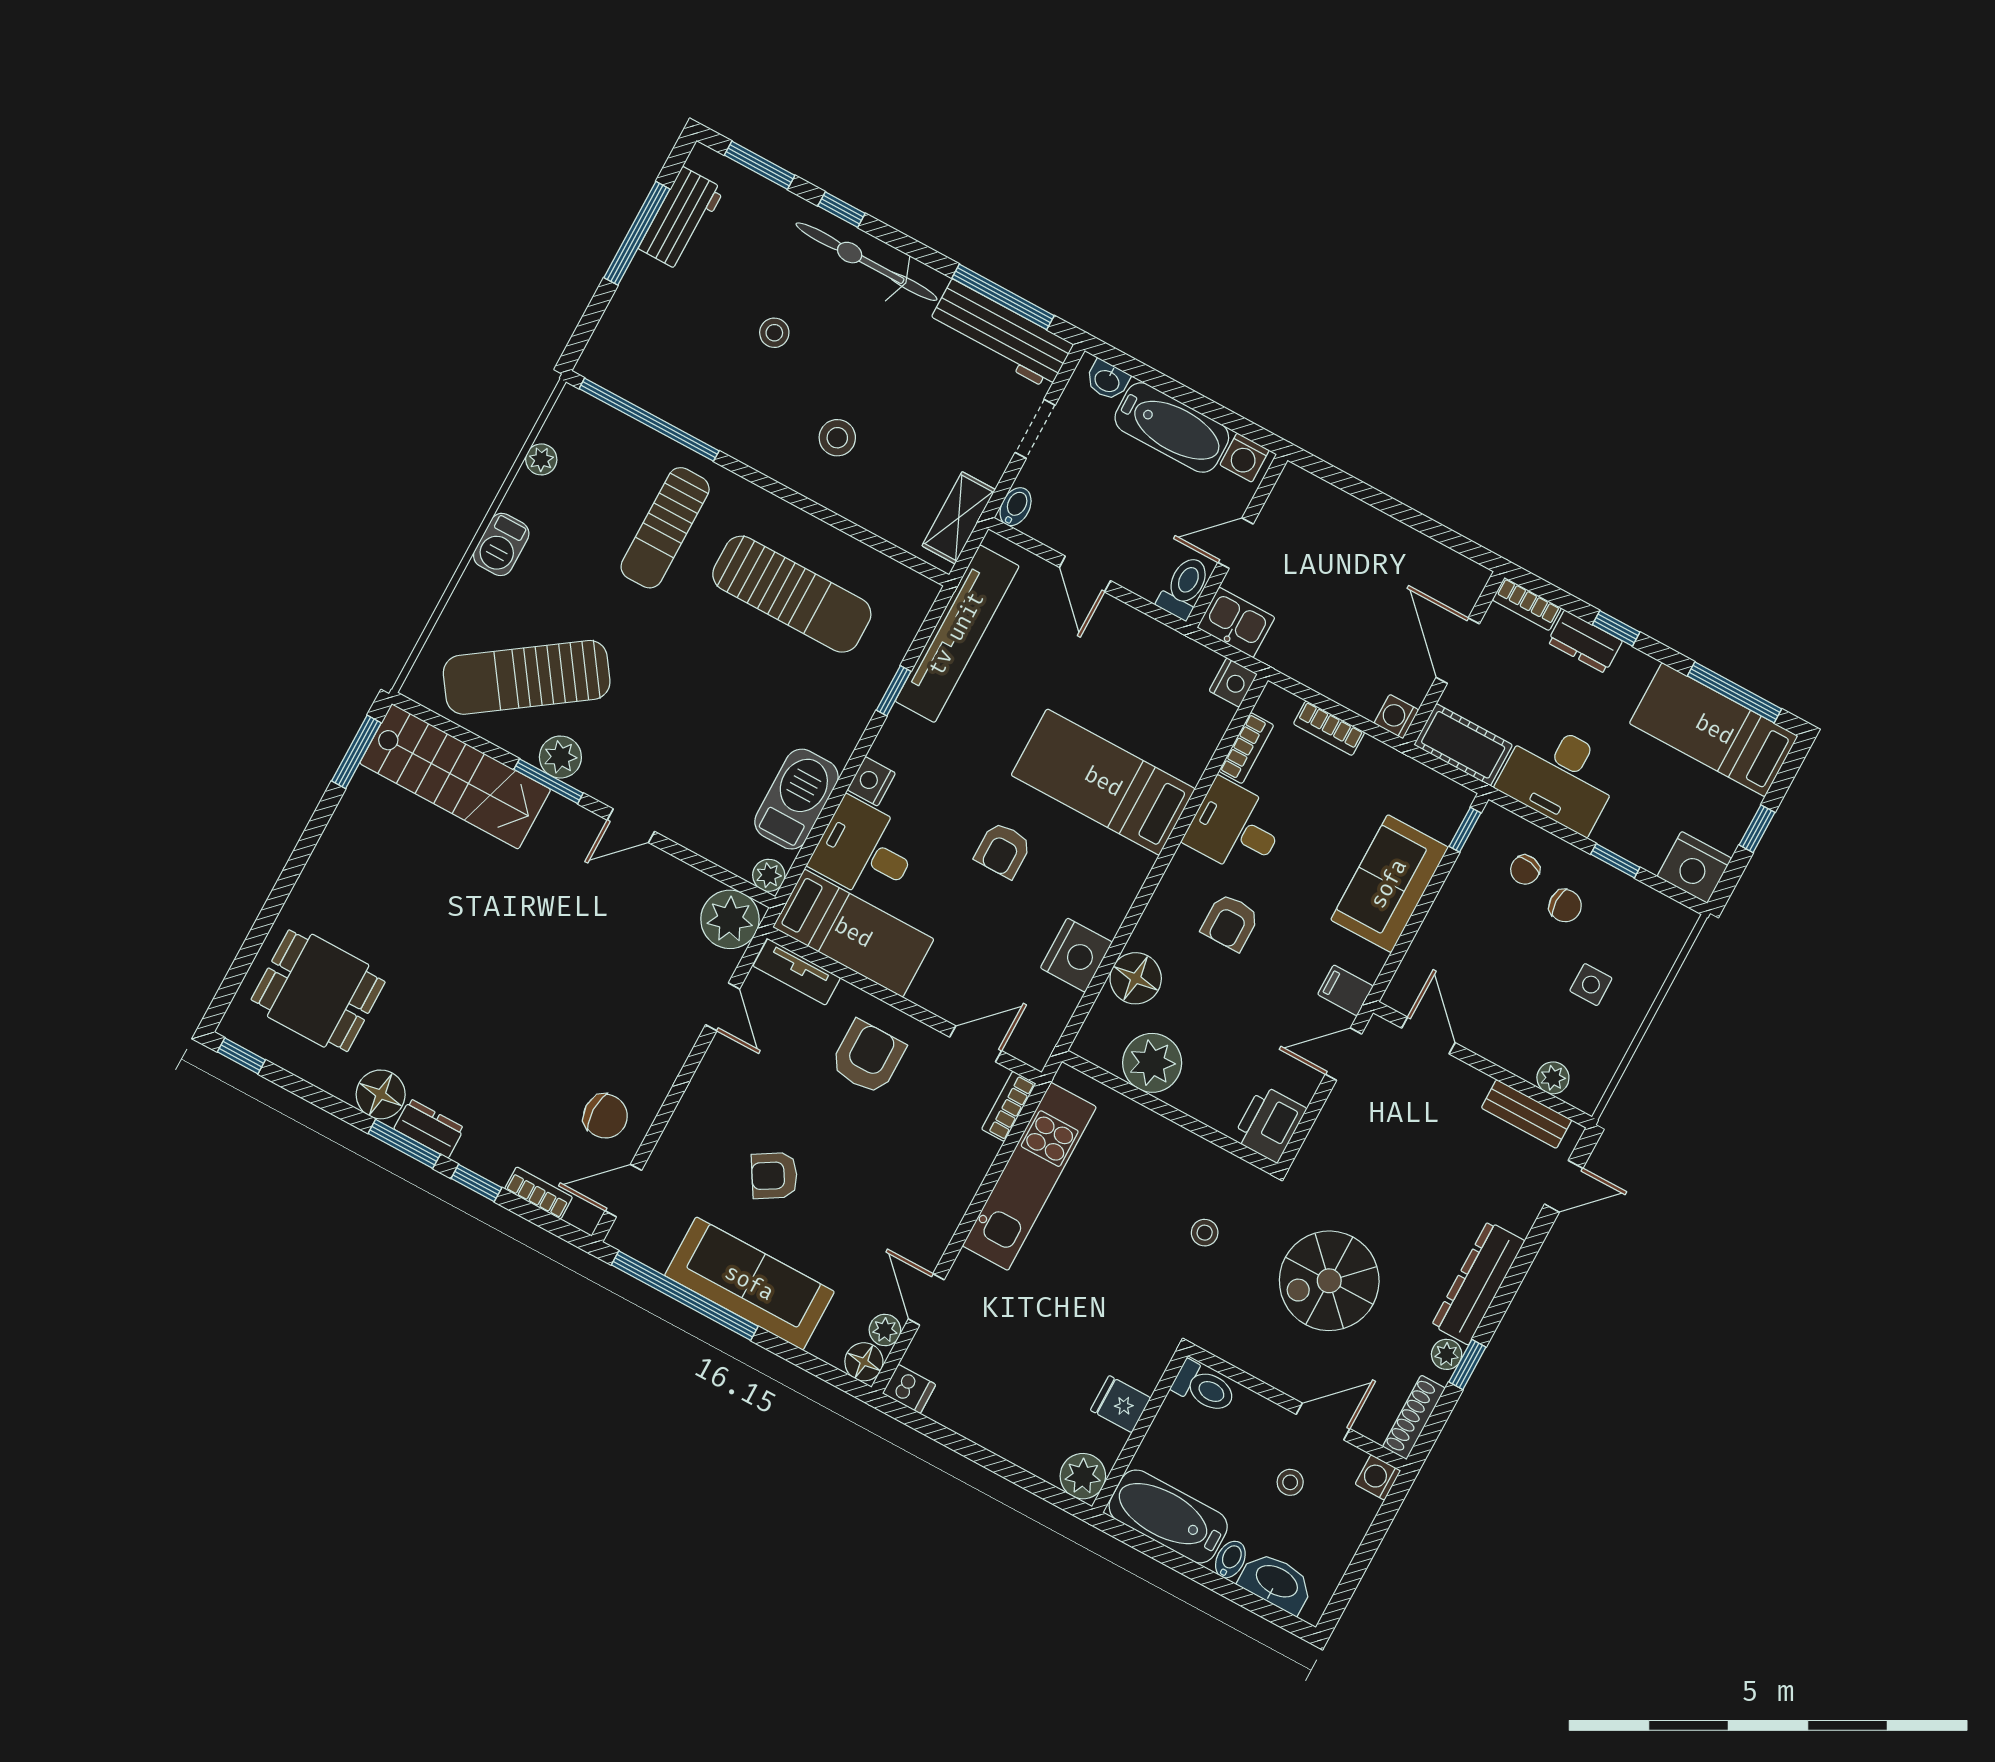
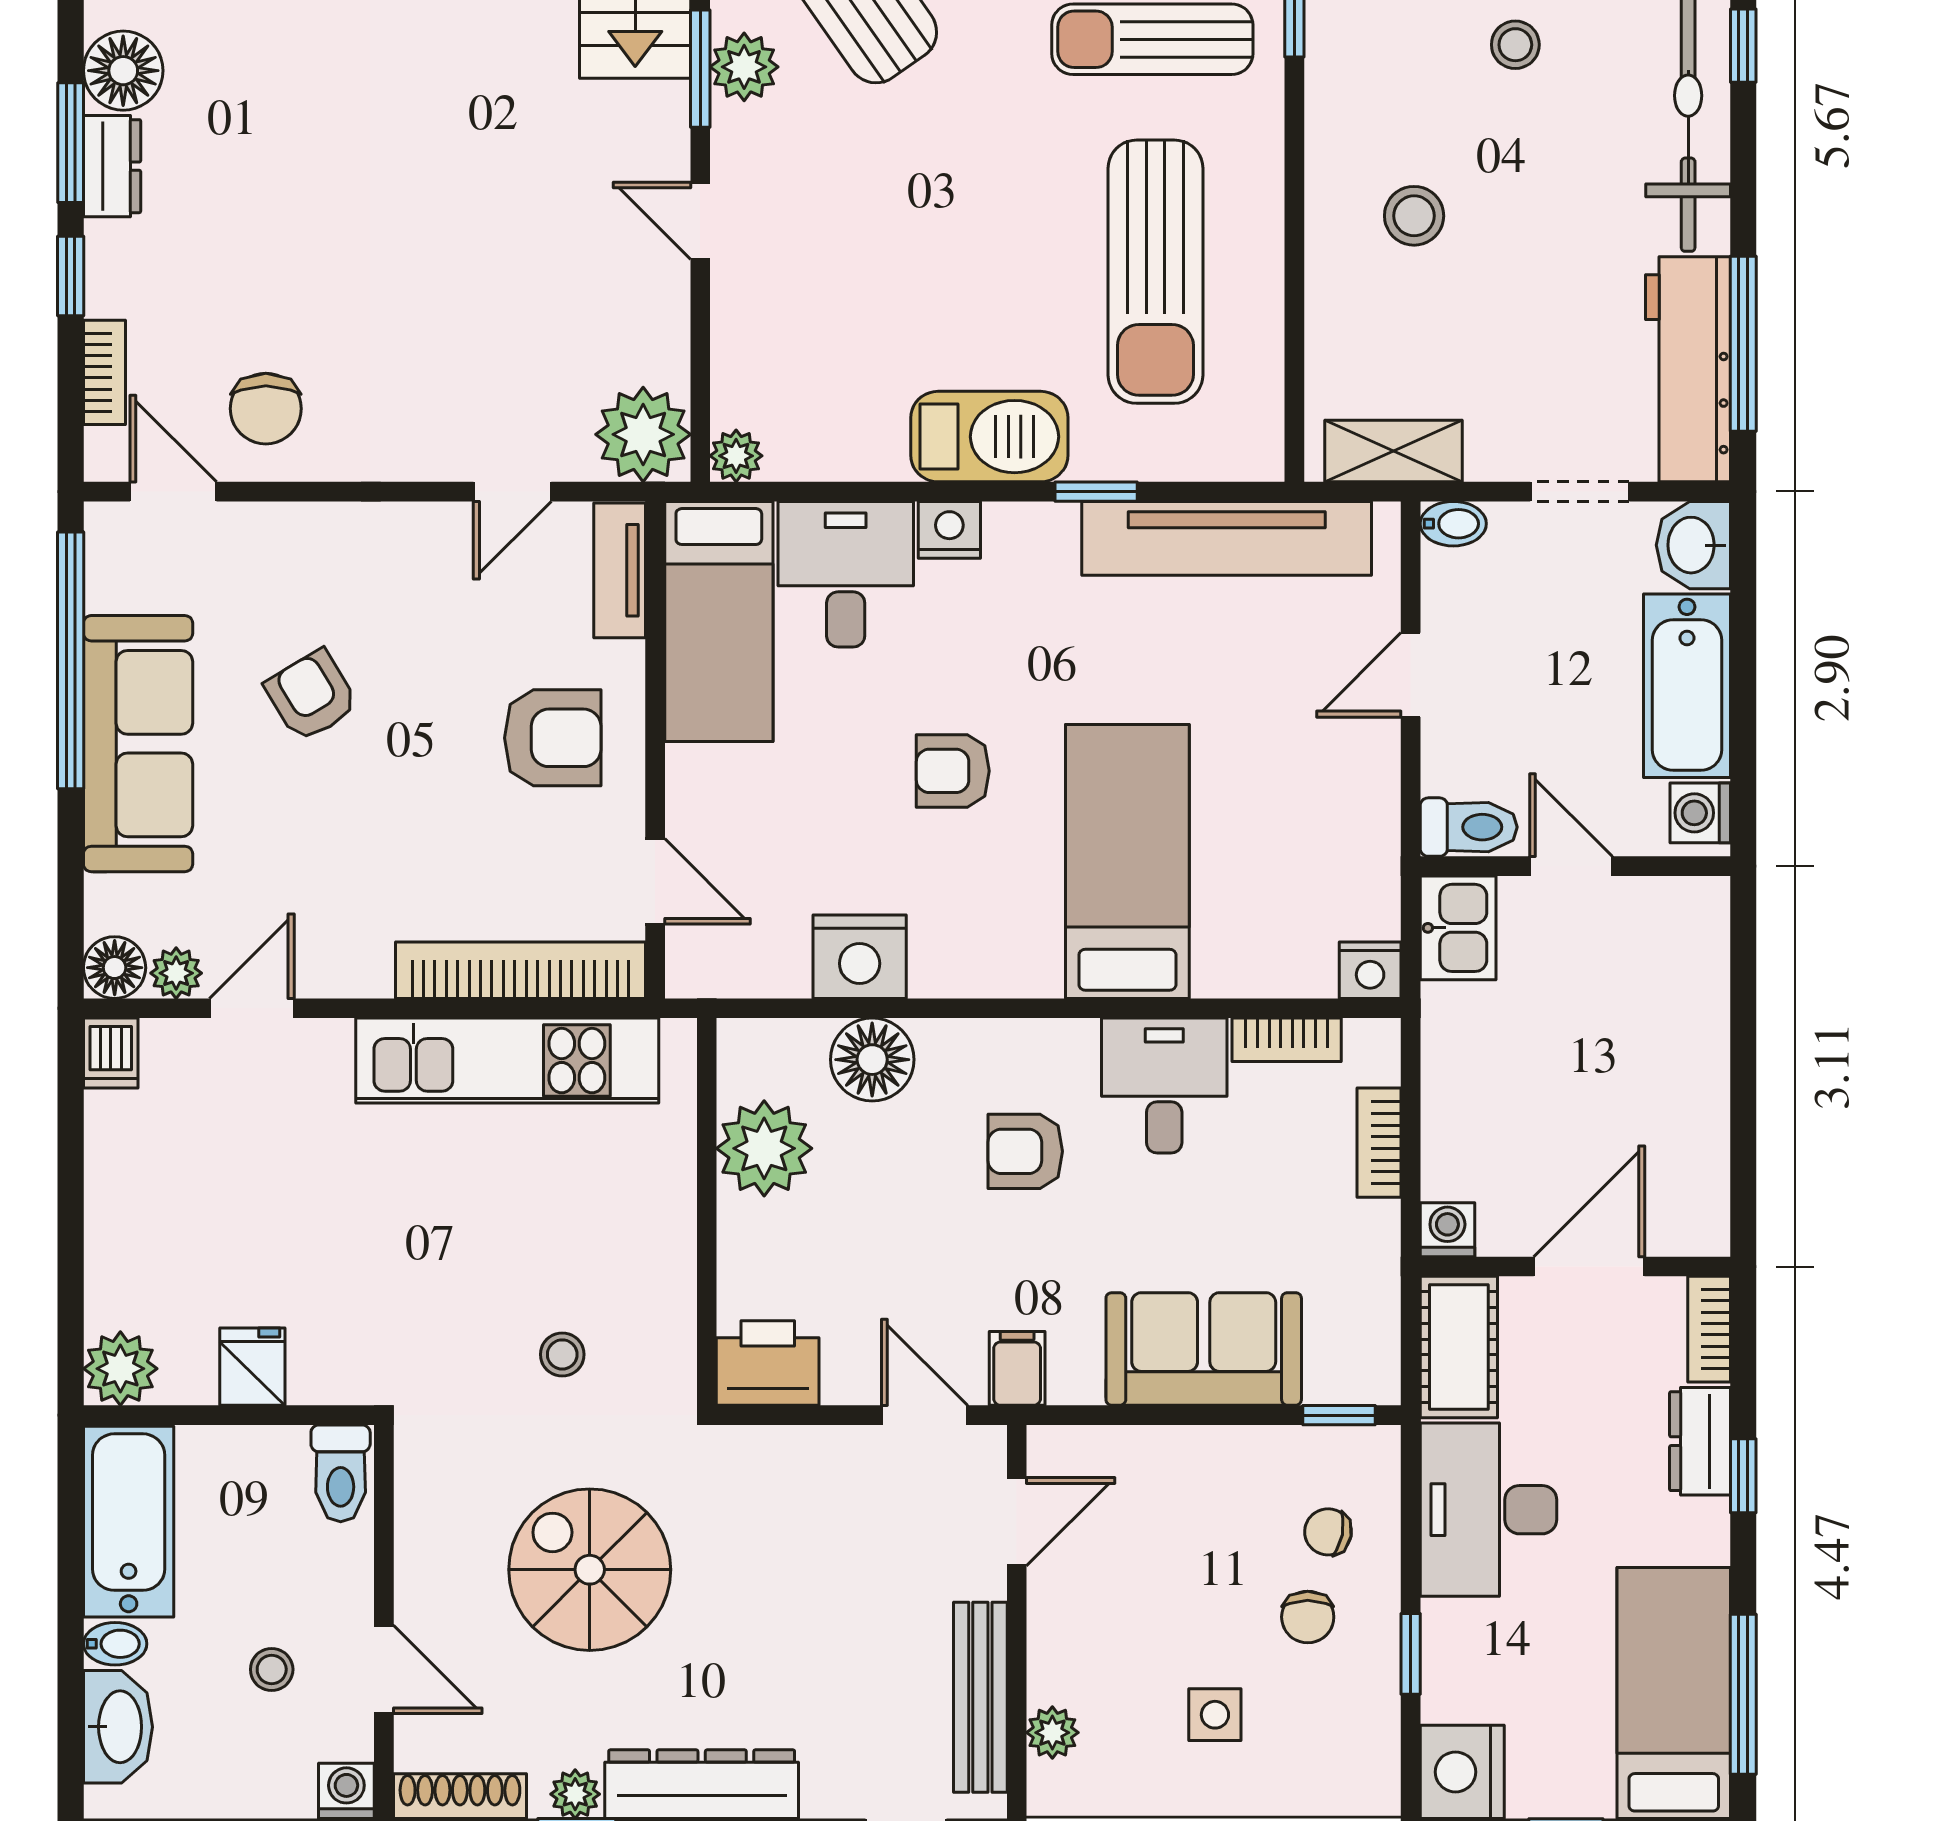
washbasin: (1107, 380) -> (1693, 545), width x1.38, depth x1.45
barbecue: (796, 799) -> (989, 437), moved
bookcase: (1009, 1106) -> (521, 970), width x2.31, depth x1.31
bench: (1527, 1114) -> (980, 1697), width x1.36

